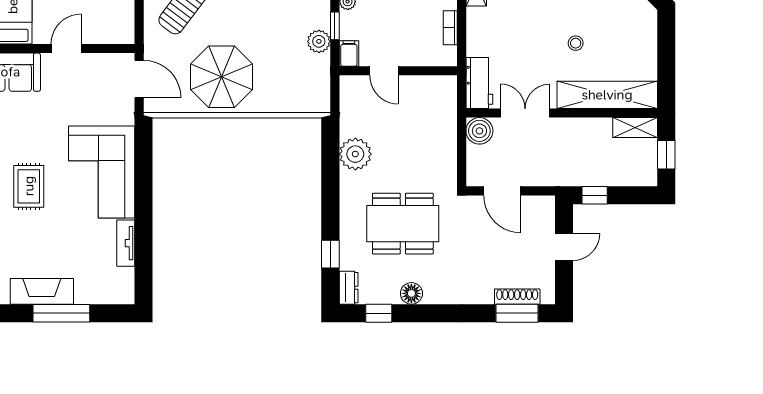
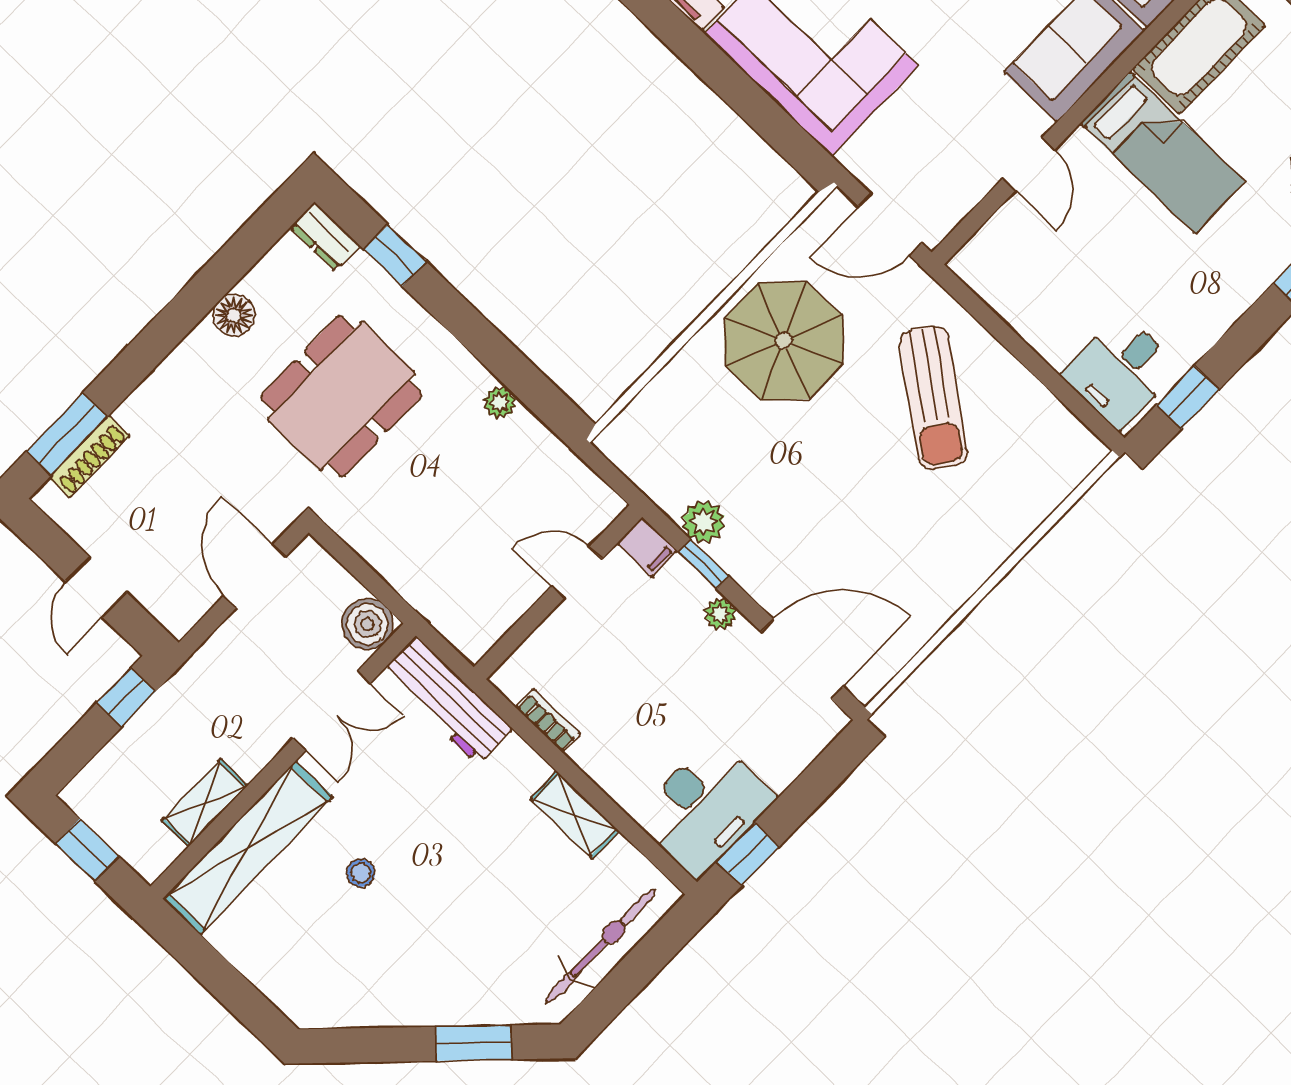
workbench: (479, 83) -> (447, 700), width x1.38
shelving: (635, 127) -> (205, 803), moved
plant: (355, 154) -> (500, 402), width x0.53, depth x0.53
door: (502, 191) -> (255, 576), hinge flipped
window: (379, 313) -> (250, 244), removed

